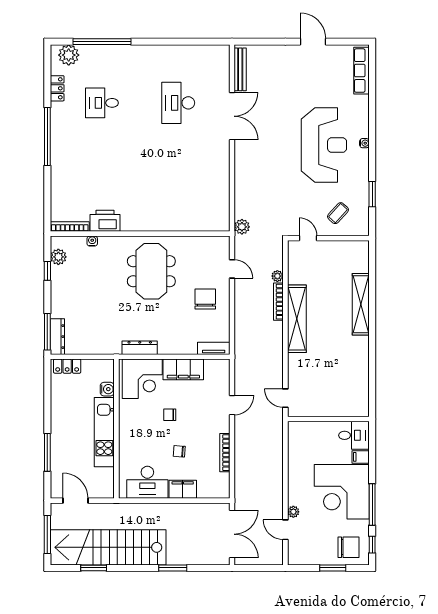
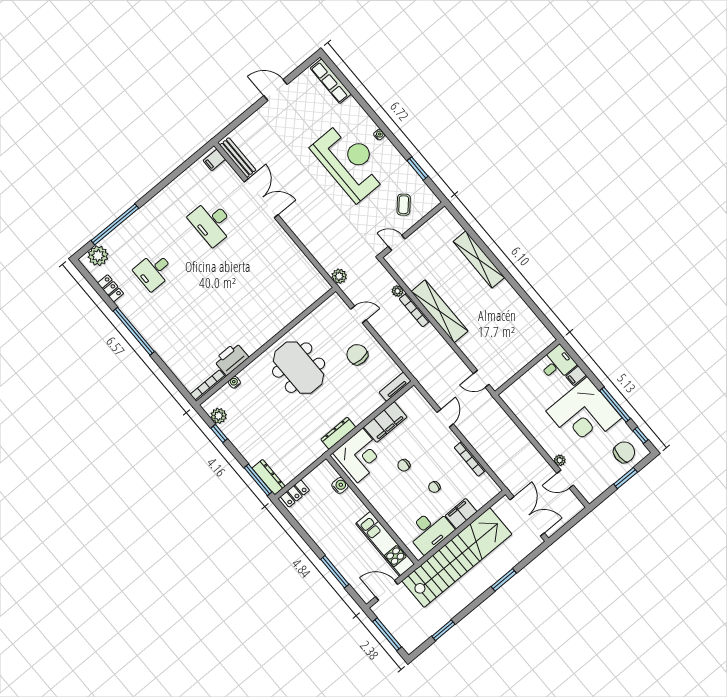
filing cabinet: (221, 56) -> (214, 160), added
kitchen unit: (104, 432) -> (385, 544), moved
stairs: (108, 547) -> (457, 557), moved, turned 180

